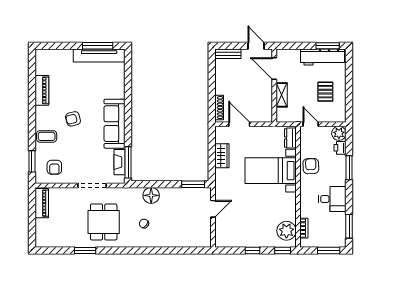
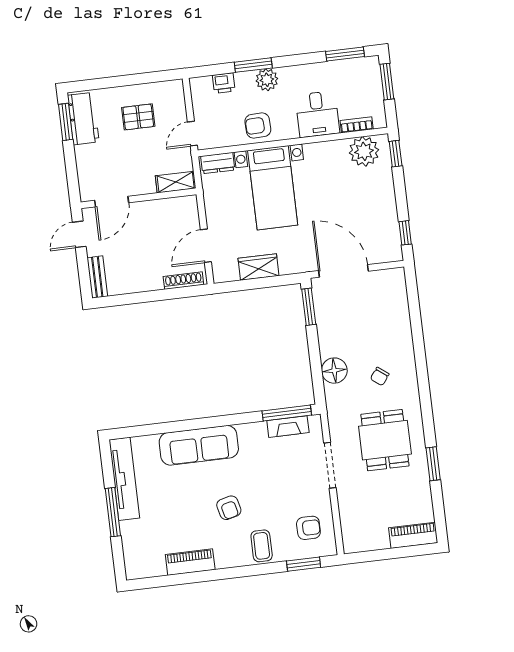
window: (98, 46) -> (113, 512), moved
workbench: (322, 57) -> (83, 119), width x0.73
shelving: (282, 95) -> (176, 182), moved
sofa: (115, 124) -> (199, 445), moved
plant: (339, 133) -> (267, 80), moved
desk: (332, 199) -> (317, 114), moved, turned 180
piano: (42, 203) -> (413, 535), moved
door: (213, 209) -> (343, 271), width x1.88
dining table: (104, 222) -> (385, 440), turned 90
window: (252, 250) -> (405, 233), moved

